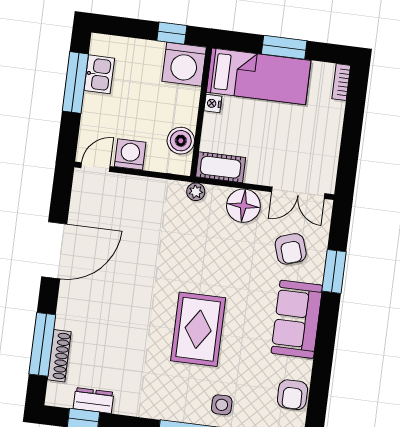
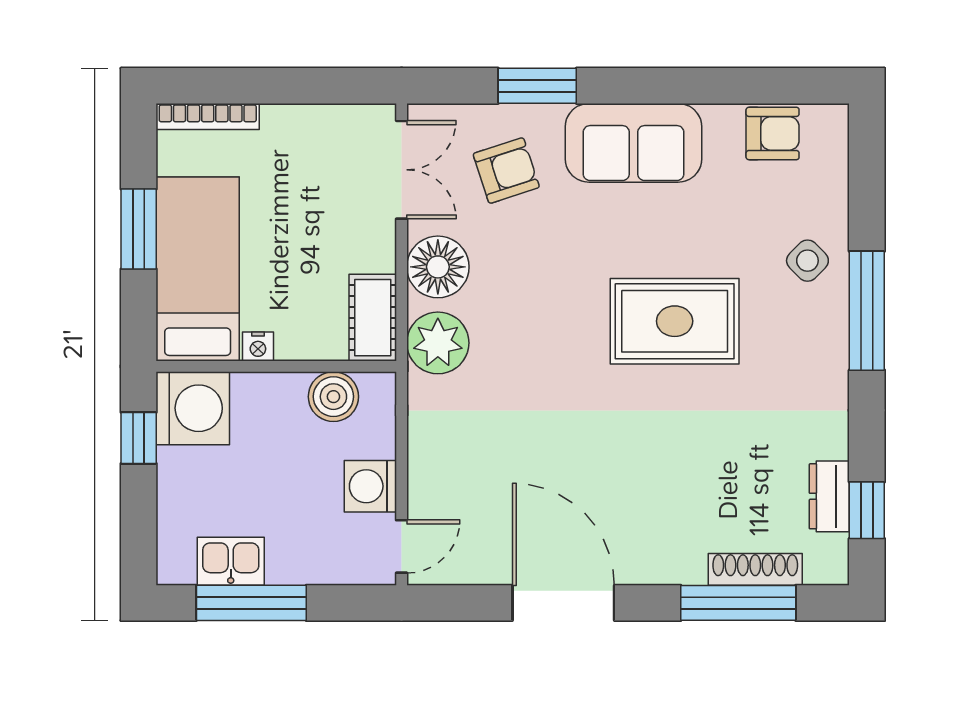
bookcase: (341, 82) -> (208, 117), width x1.56
door: (96, 167) -> (402, 546), swing flipped
plant: (196, 192) -> (438, 343), width x1.88, depth x1.88
side table: (222, 405) -> (807, 261), turned 45

